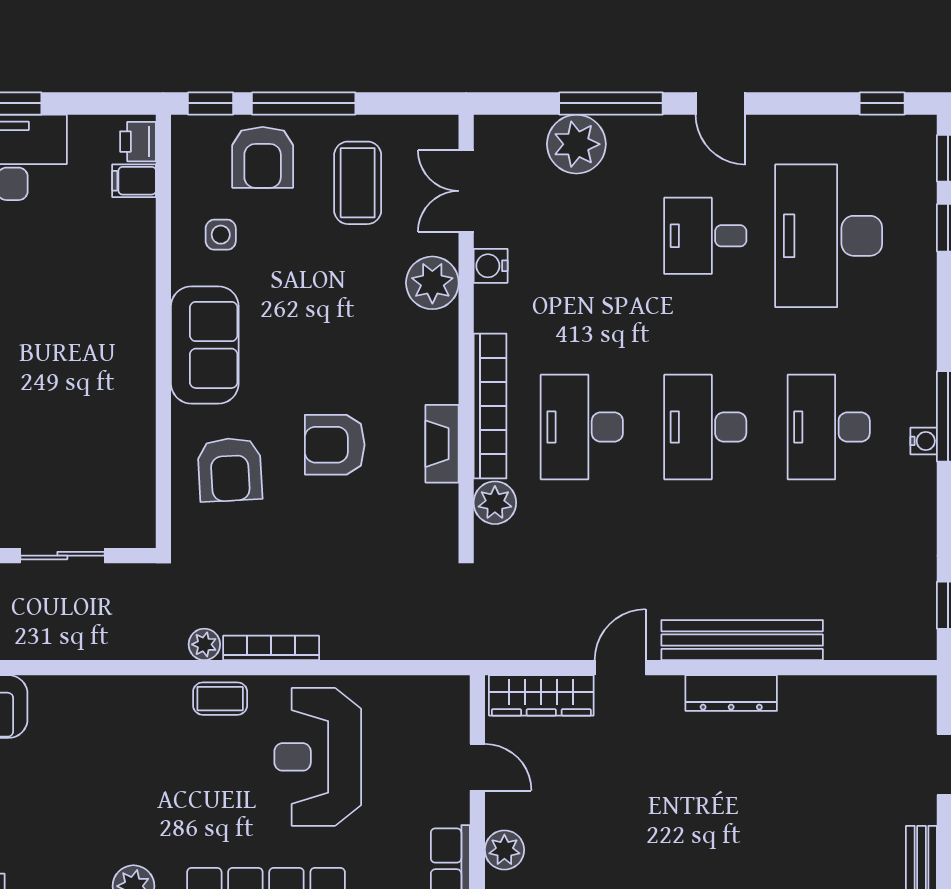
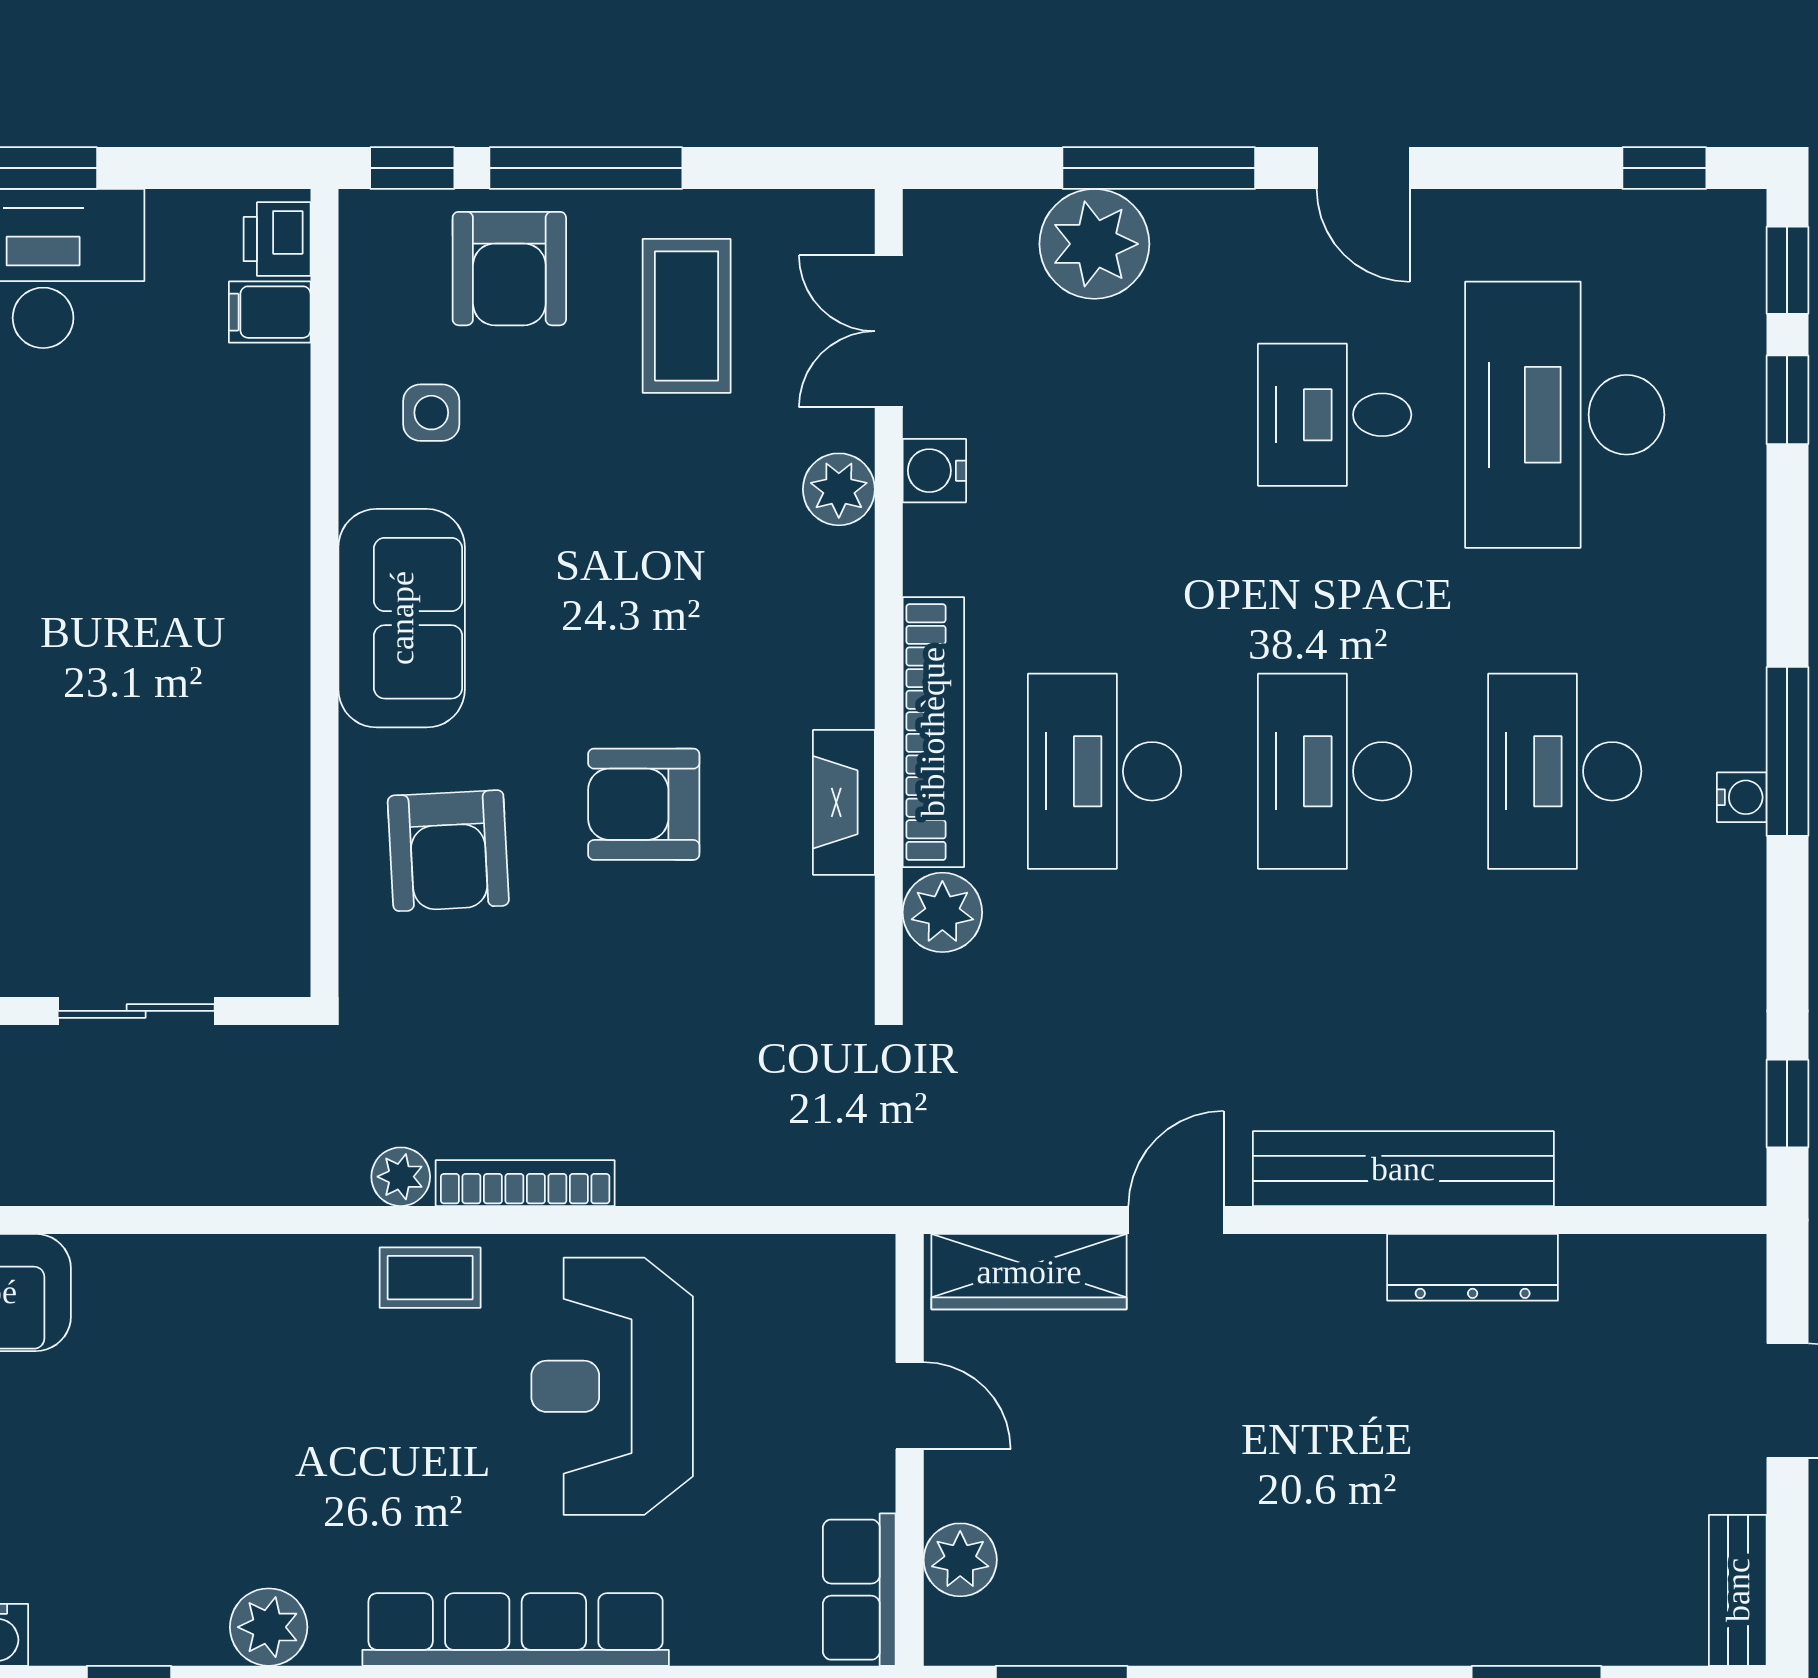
plant: (432, 283) -> (839, 489), width x0.73, depth x0.73
dresser: (731, 693) -> (1473, 1267), moved

